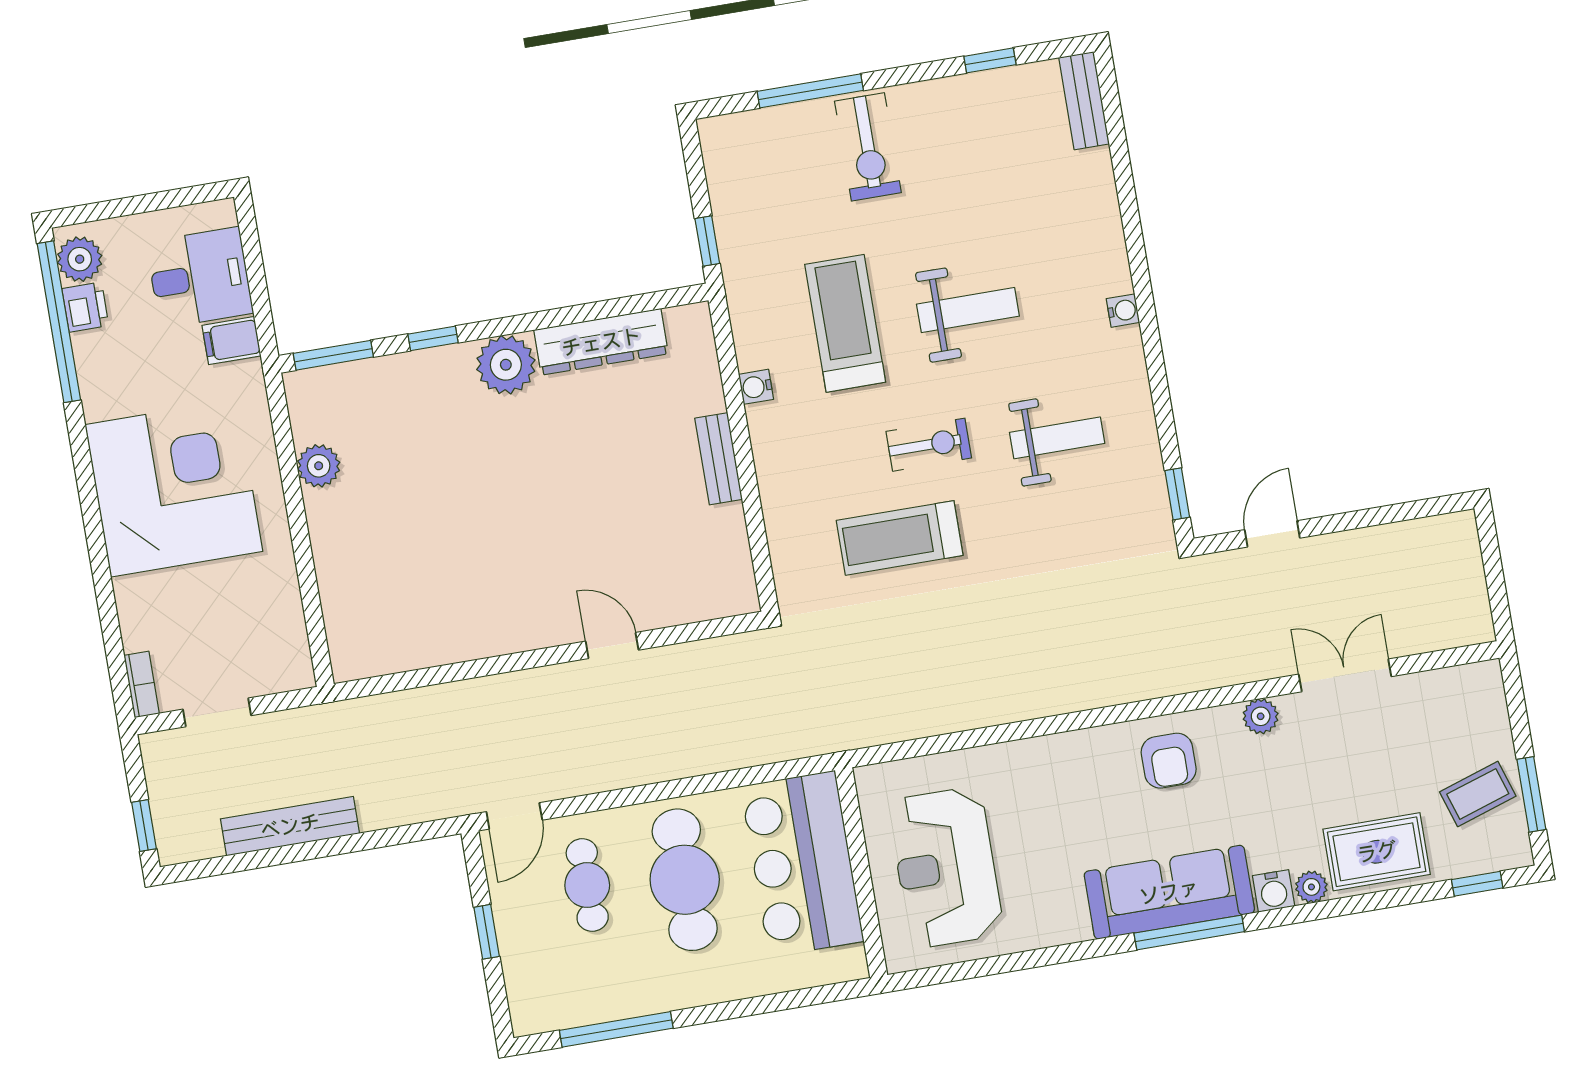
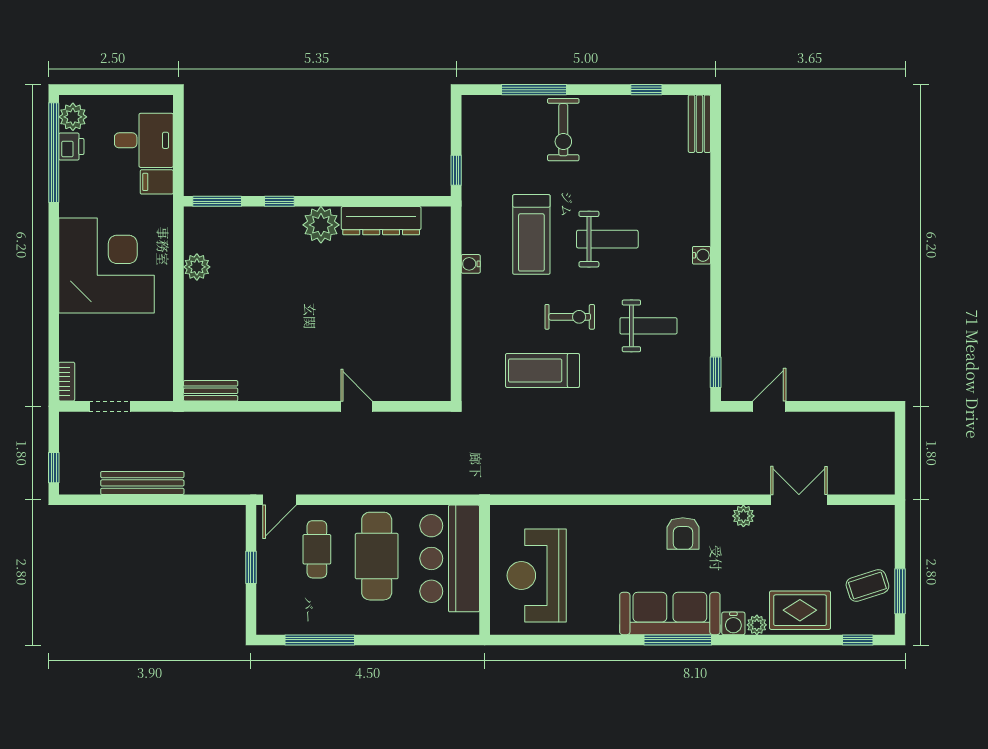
treadmill: (845, 323) -> (531, 234), turned 180
bench: (719, 459) -> (211, 391), moved, turned 90

